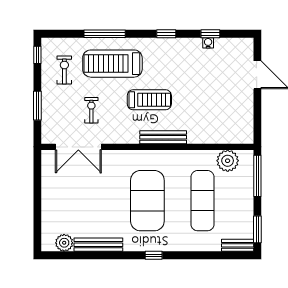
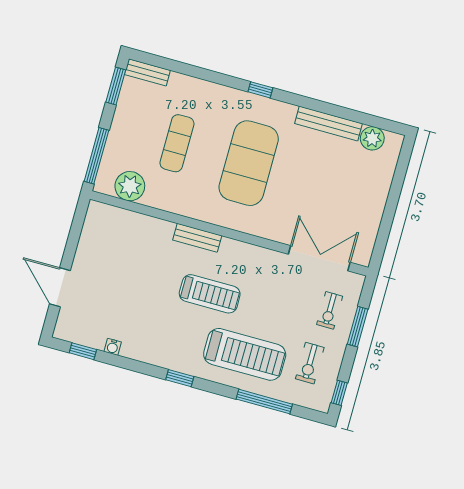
window: (105, 34) -> (264, 402), moved
window: (166, 34) -> (180, 378), moved
window: (210, 34) -> (83, 351), moved
treadmill: (149, 100) -> (210, 294), turned 180
exercise bike: (91, 110) -> (330, 310), moved
bench: (163, 137) -> (197, 238), width x0.73
exercise mat: (202, 201) -> (177, 143), width x0.73, depth x0.69

